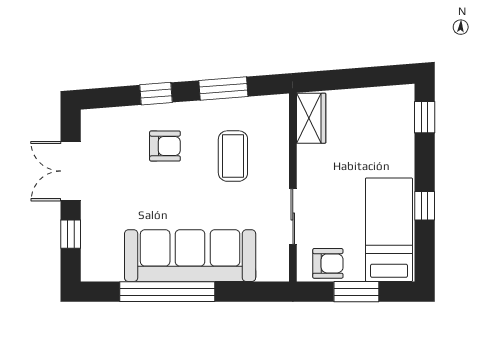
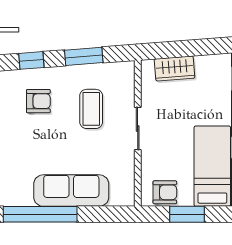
wardrobe: (311, 118) -> (175, 68), moved, turned 86
sliding door: (293, 217) -> (138, 128), moved
sofa: (190, 256) -> (71, 191), width x0.74, depth x0.79

